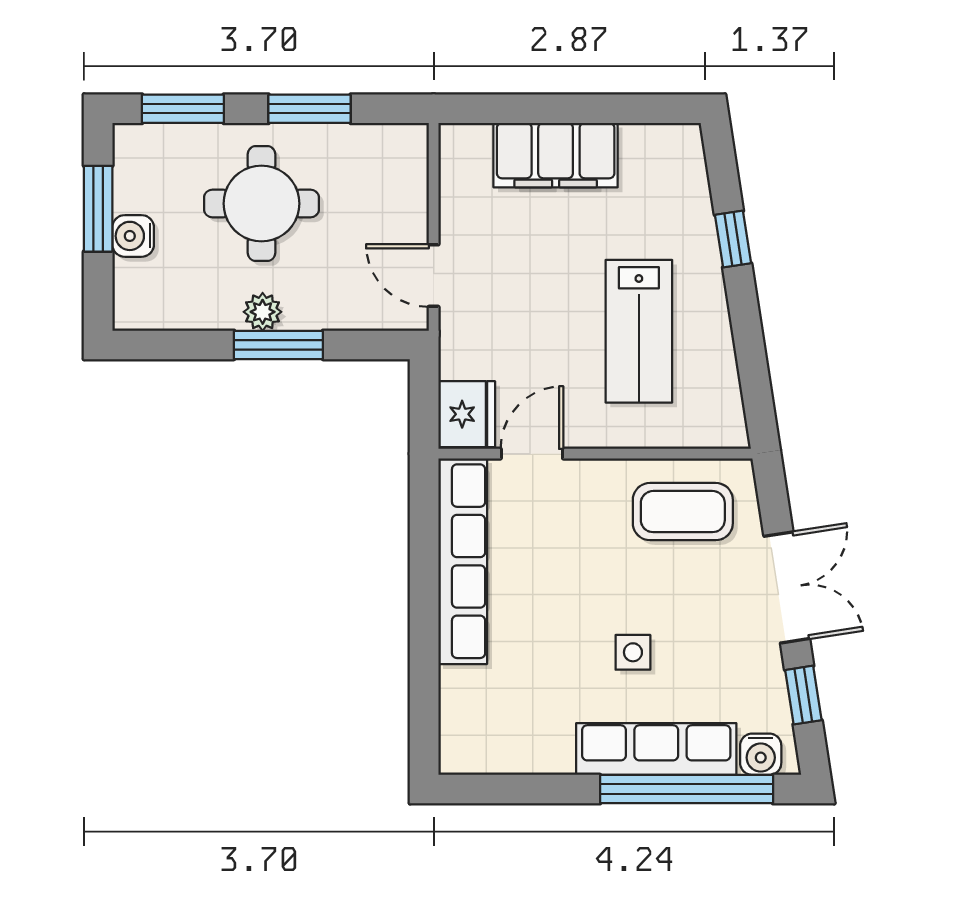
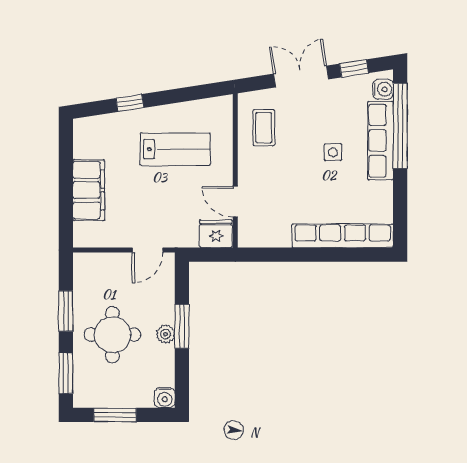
water cooler: (133, 236) -> (165, 398), moved
coffee table: (683, 512) -> (264, 128), width x0.73, depth x0.77
row of seats: (463, 561) -> (343, 236), moved

